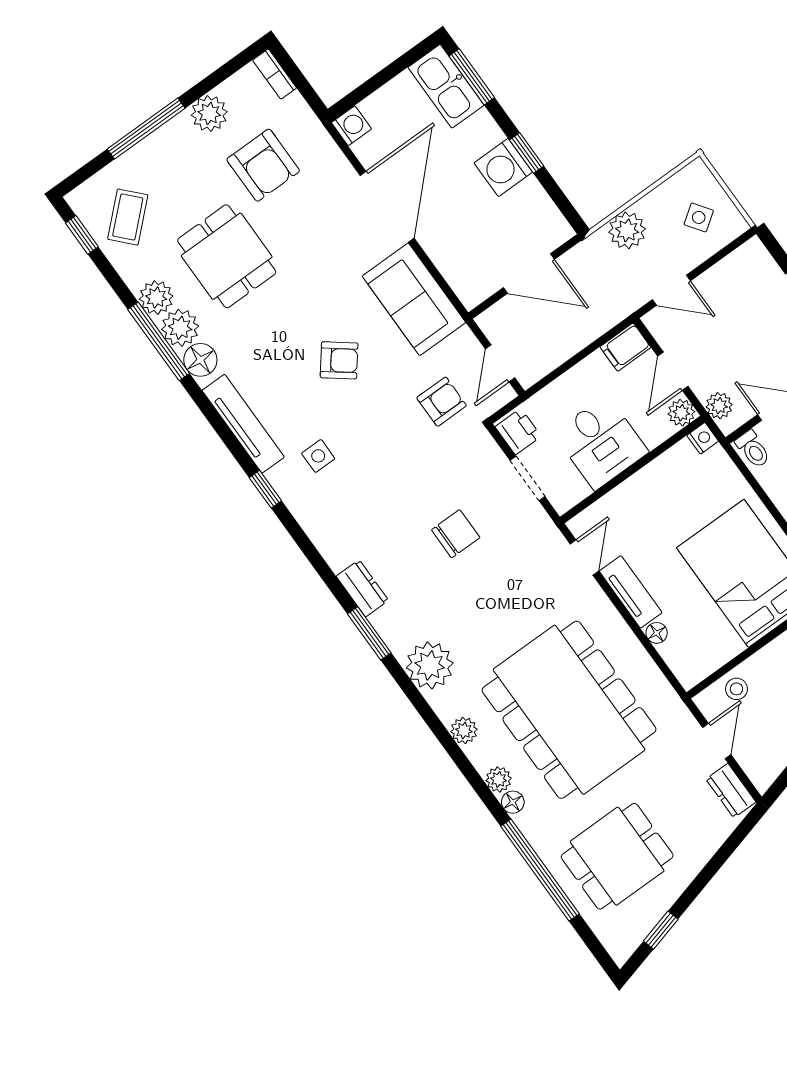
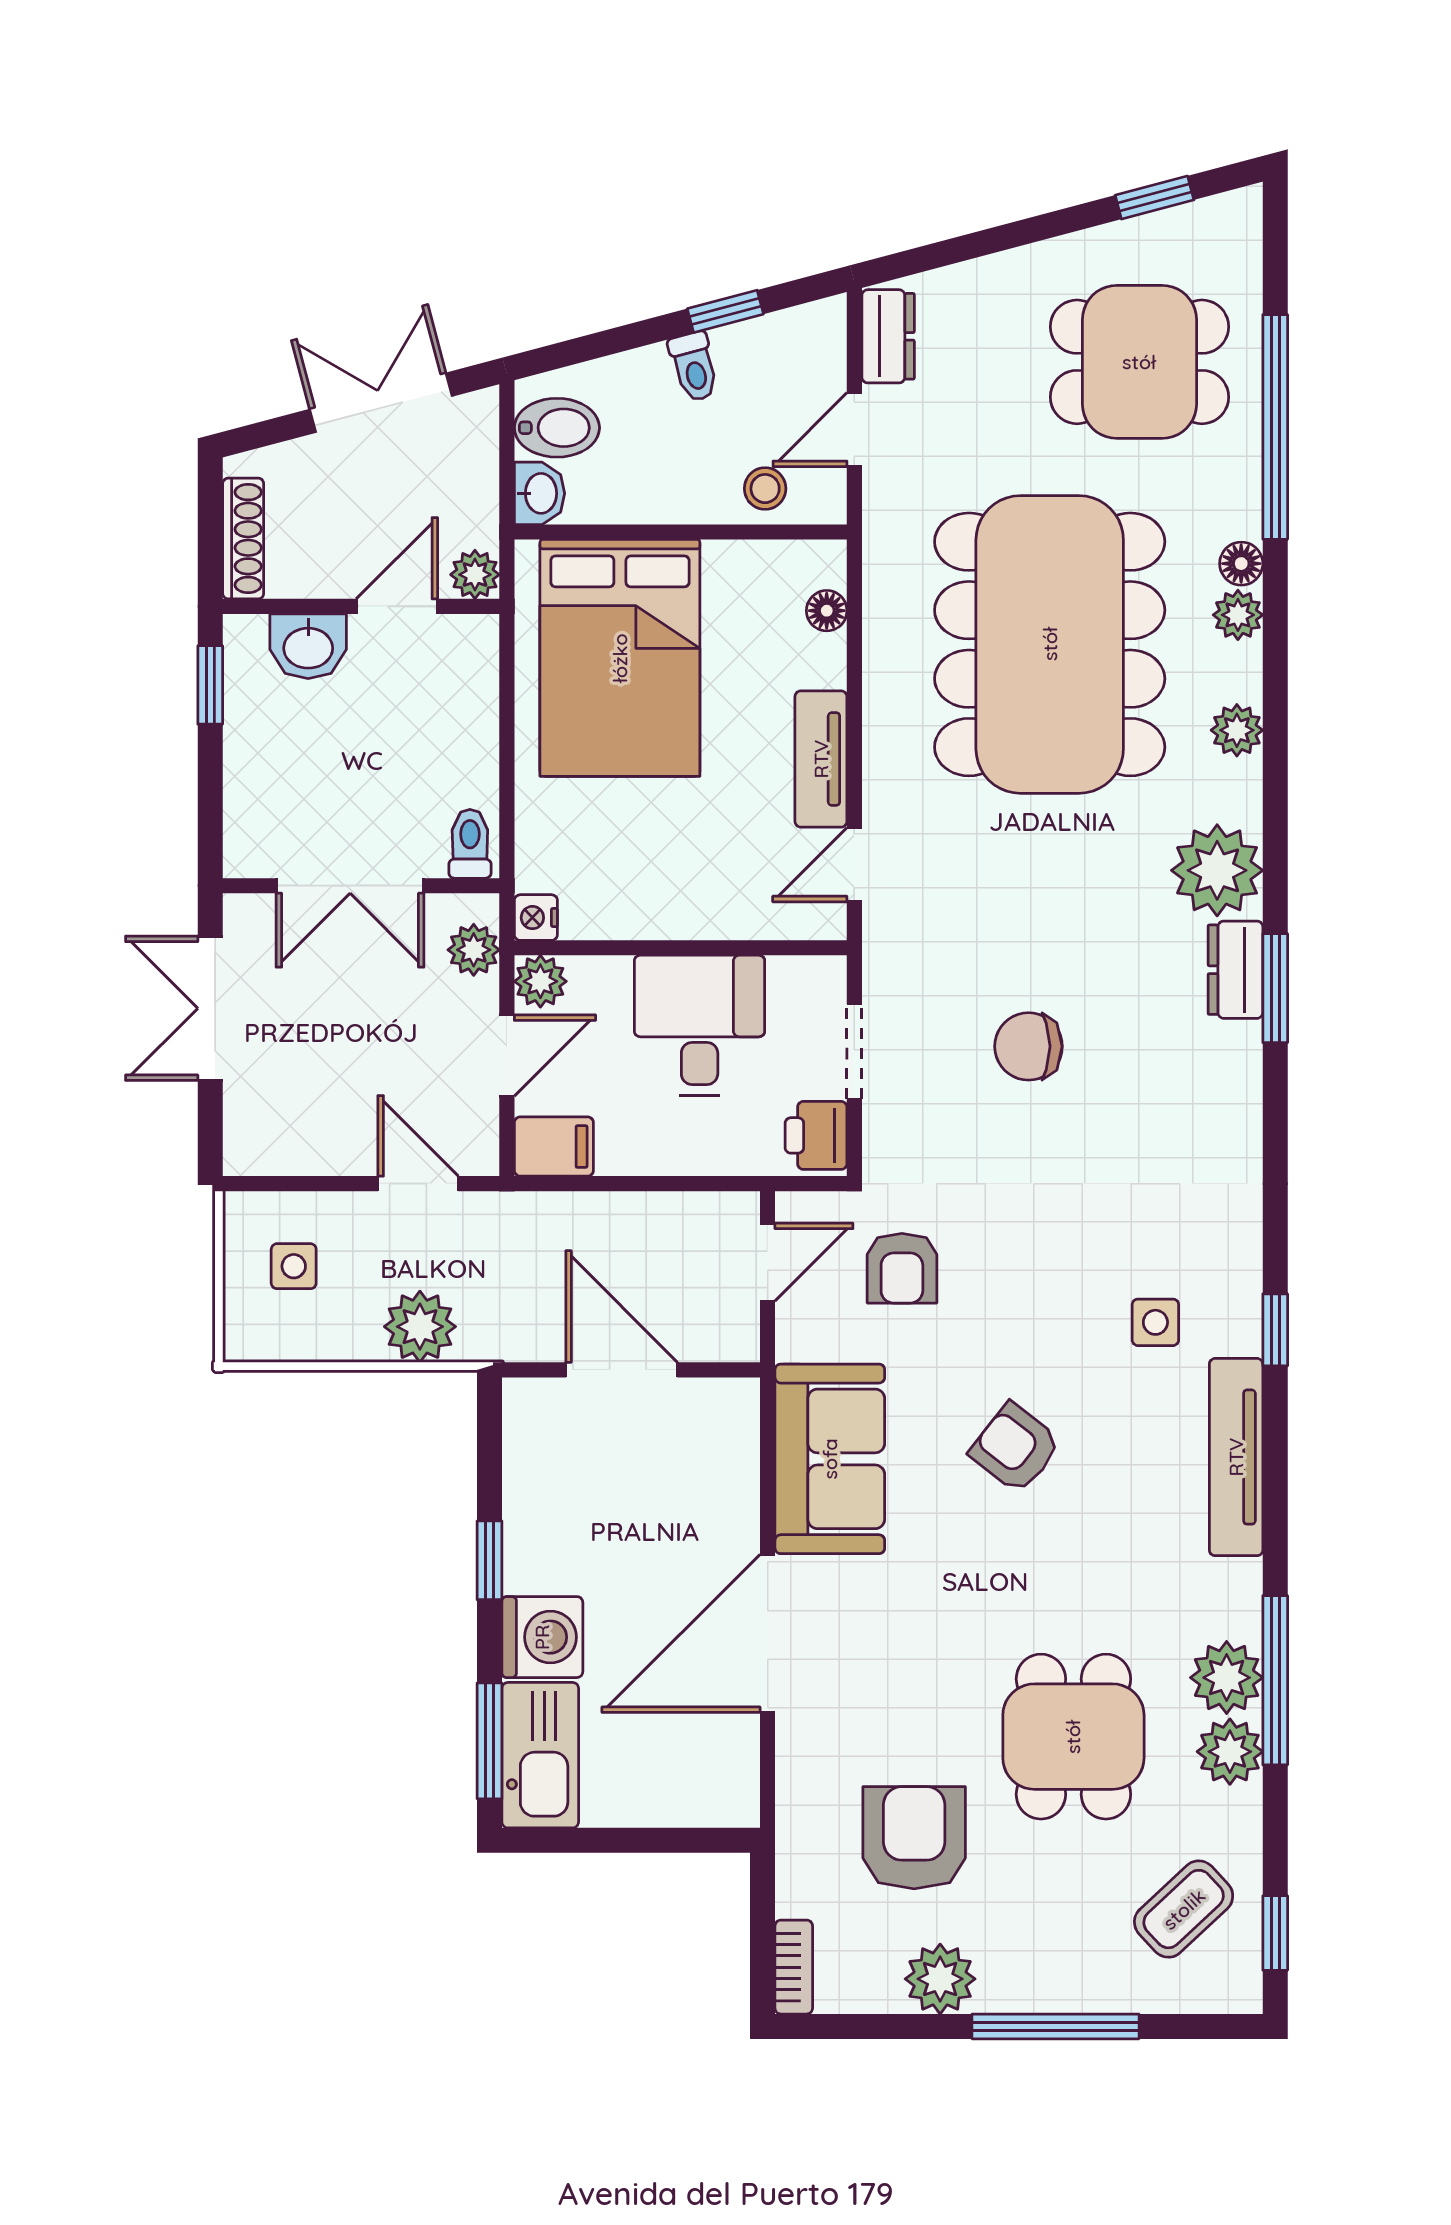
washing machine: (351, 126) -> (732, 1800), removed
washing machine: (503, 168) -> (542, 1637), moved
side table: (699, 217) -> (294, 1266), turned 35
floor lamp: (200, 360) -> (1231, 1605), removed
armchair: (442, 402) -> (902, 1268), turned -90
dresser: (362, 588) -> (1235, 970), moved
floor lamp: (657, 633) -> (827, 611), moved

